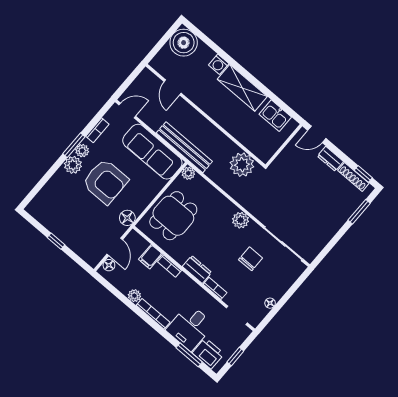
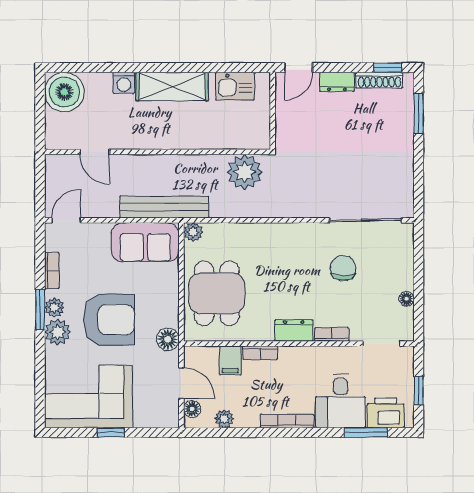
sofa: (152, 152) -> (145, 242), width x0.73
corner sofa: (60, 212) -> (89, 397), added
plant: (241, 220) -> (295, 235), removed
plant: (134, 296) -> (224, 419), moved

